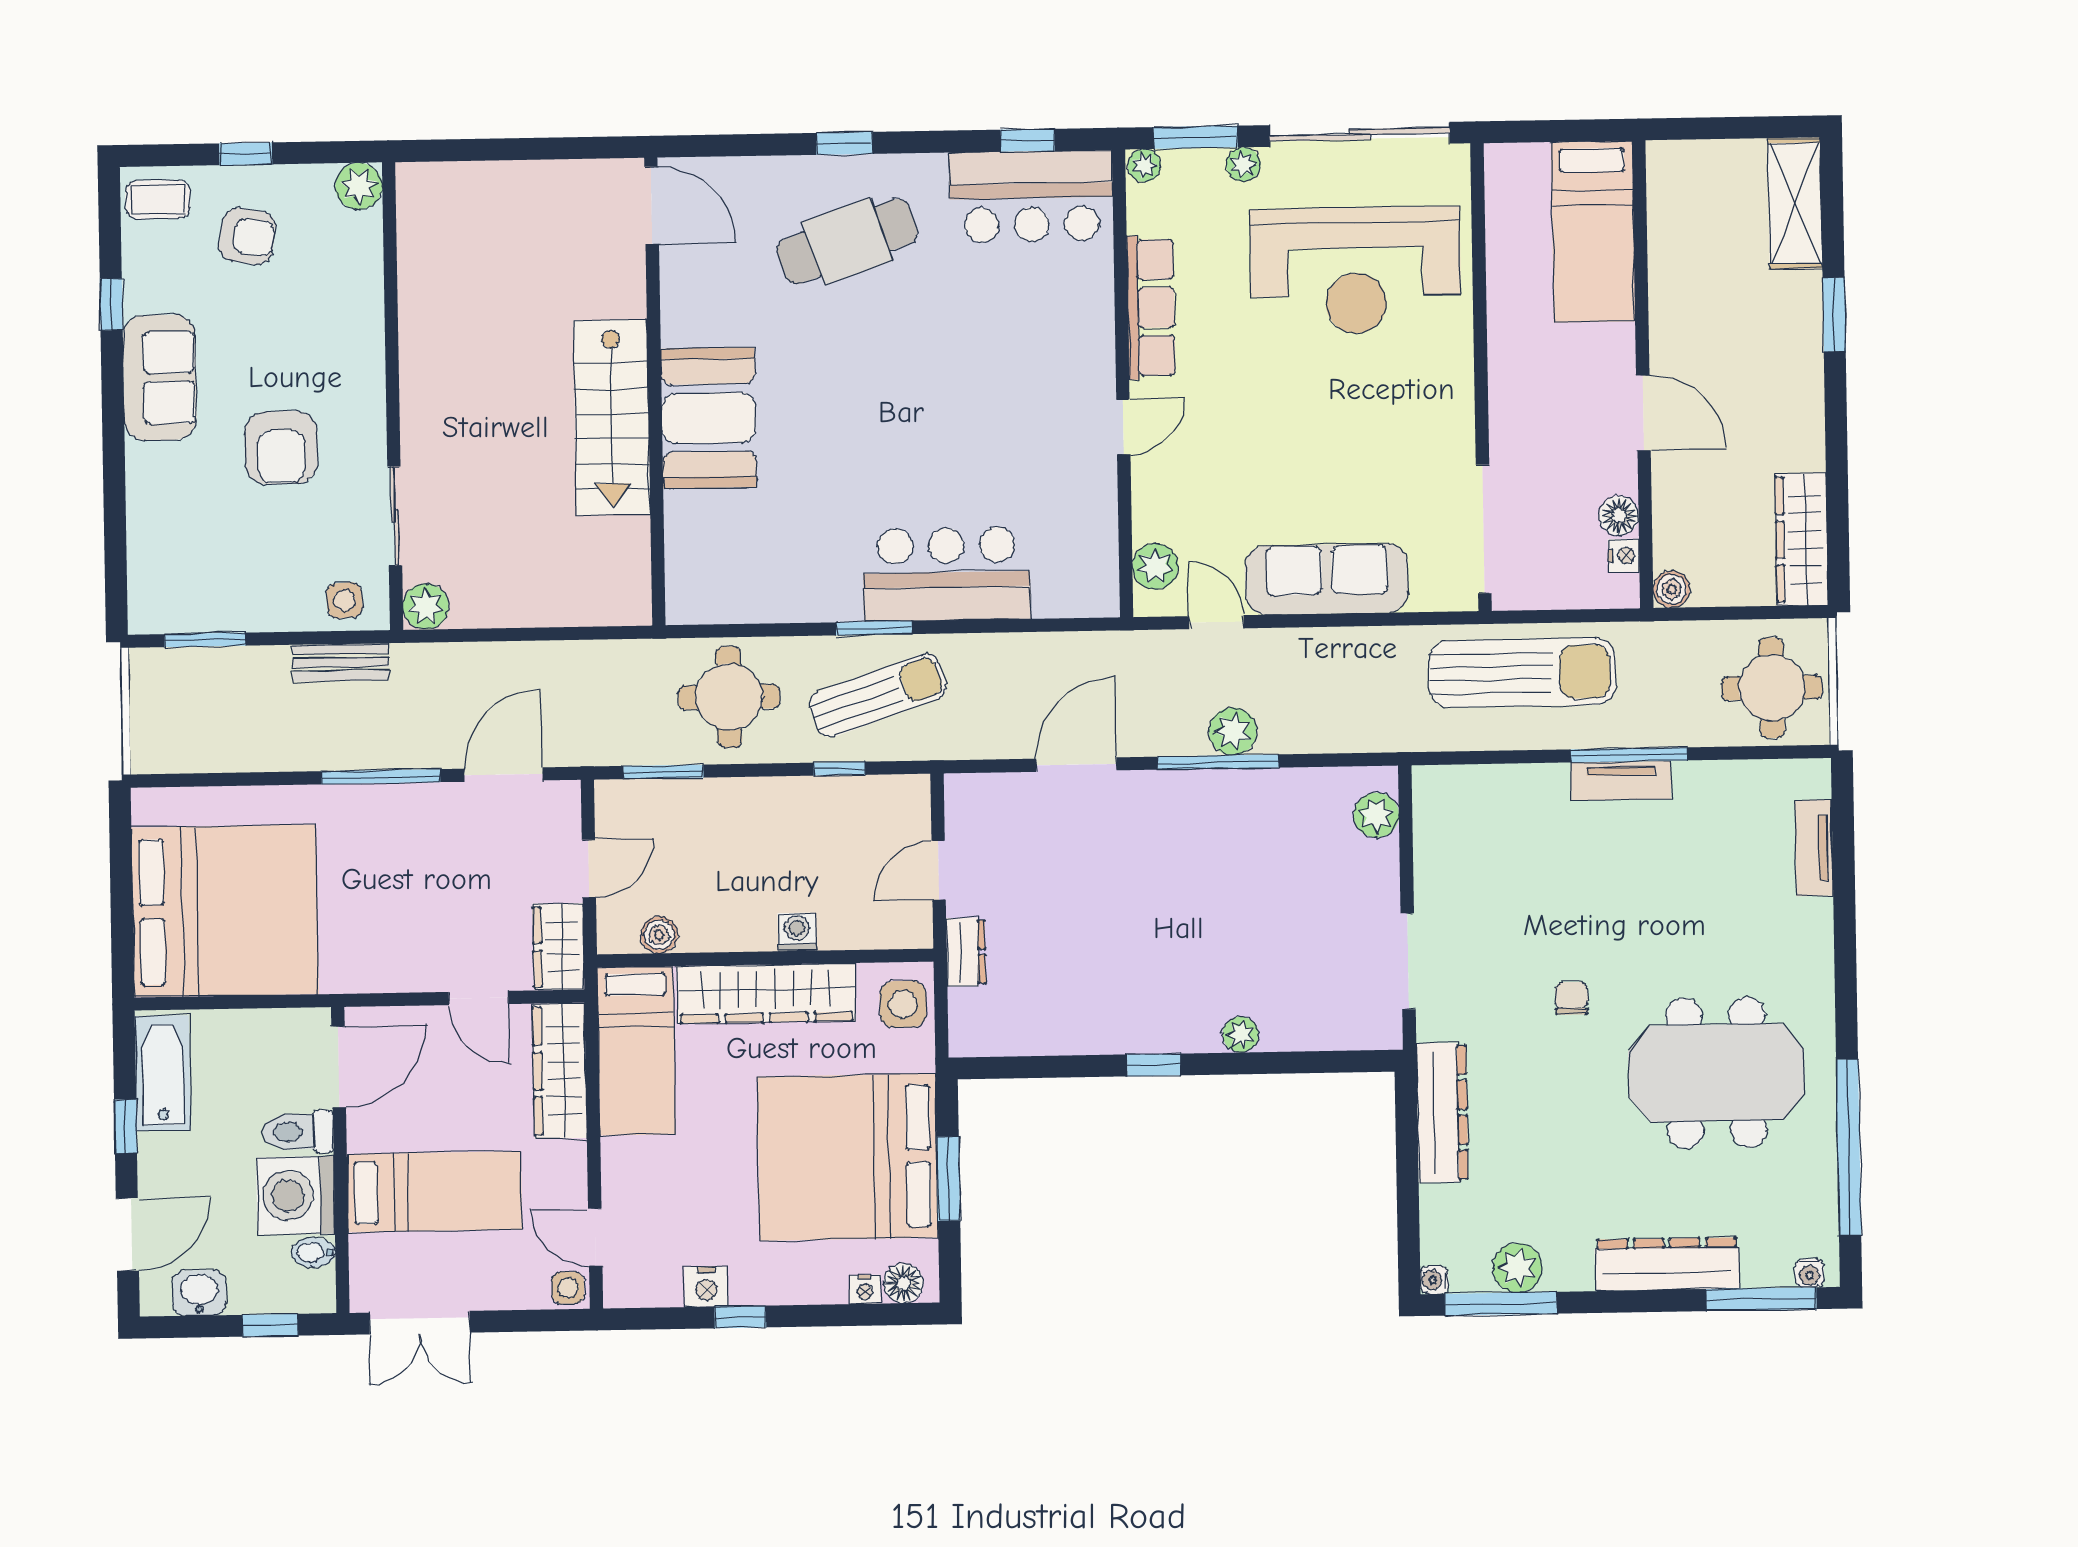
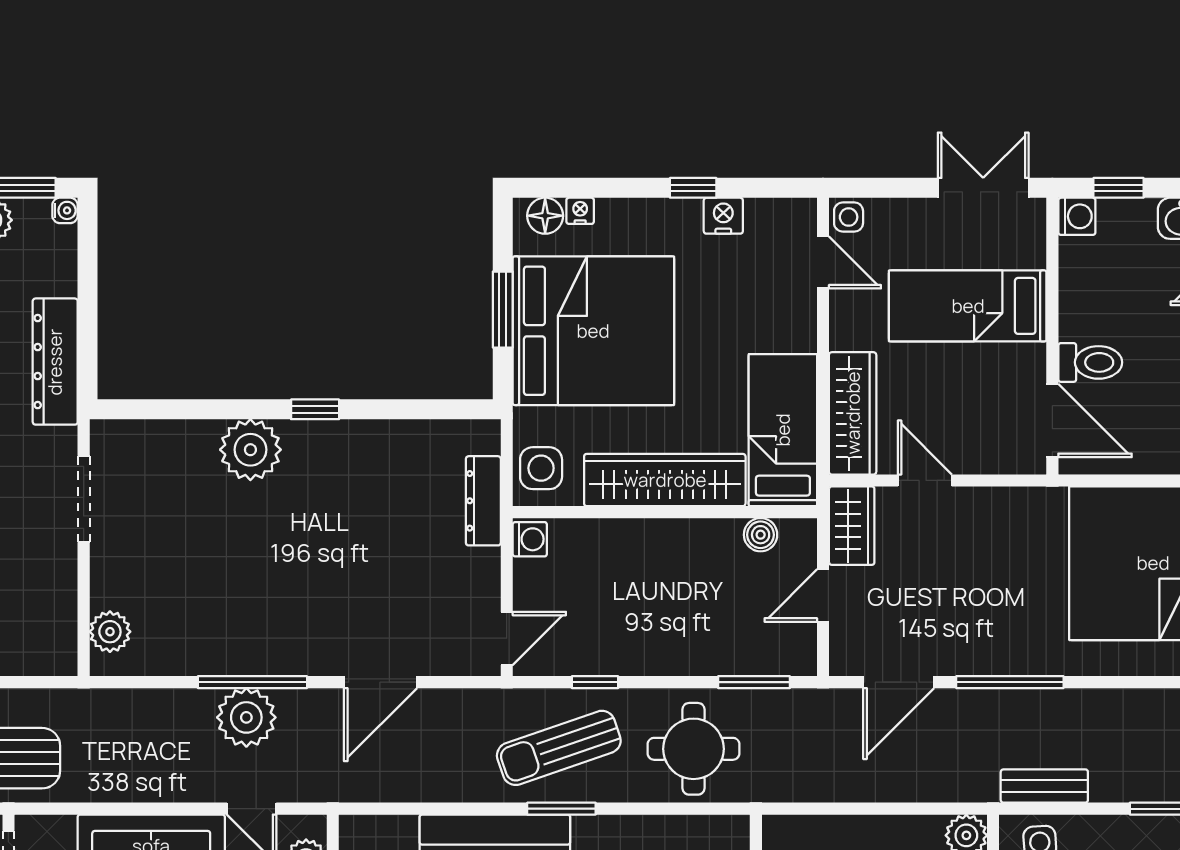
plant: (1233, 731) -> (246, 717), width x1.36, depth x1.36
door: (939, 870) -> (507, 638), moved
washing machine: (797, 932) -> (530, 539), moved, turned -90
dresser: (966, 952) -> (483, 501), width x1.44
plant: (1241, 1034) -> (250, 450), width x1.88, depth x1.88
door: (339, 1067) -> (1052, 421), swing flipped
washing machine: (296, 1195) -> (1077, 216), moved, width x0.53, depth x0.53
bidet: (313, 1252) -> (1078, 253), removed

